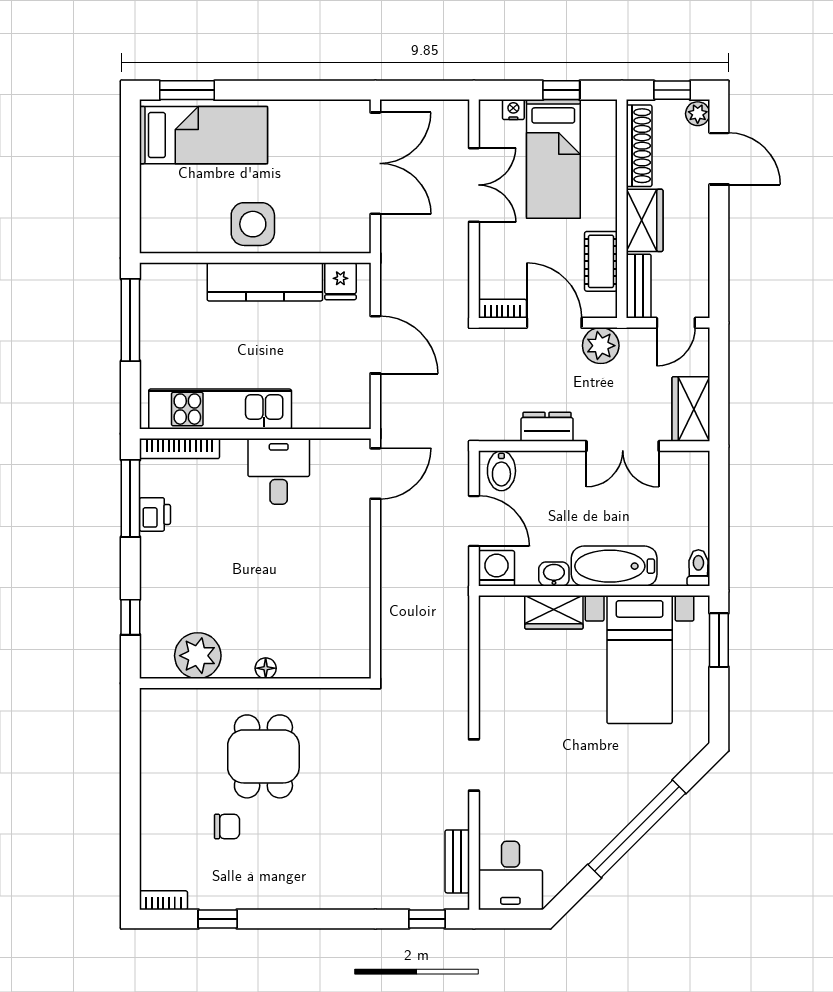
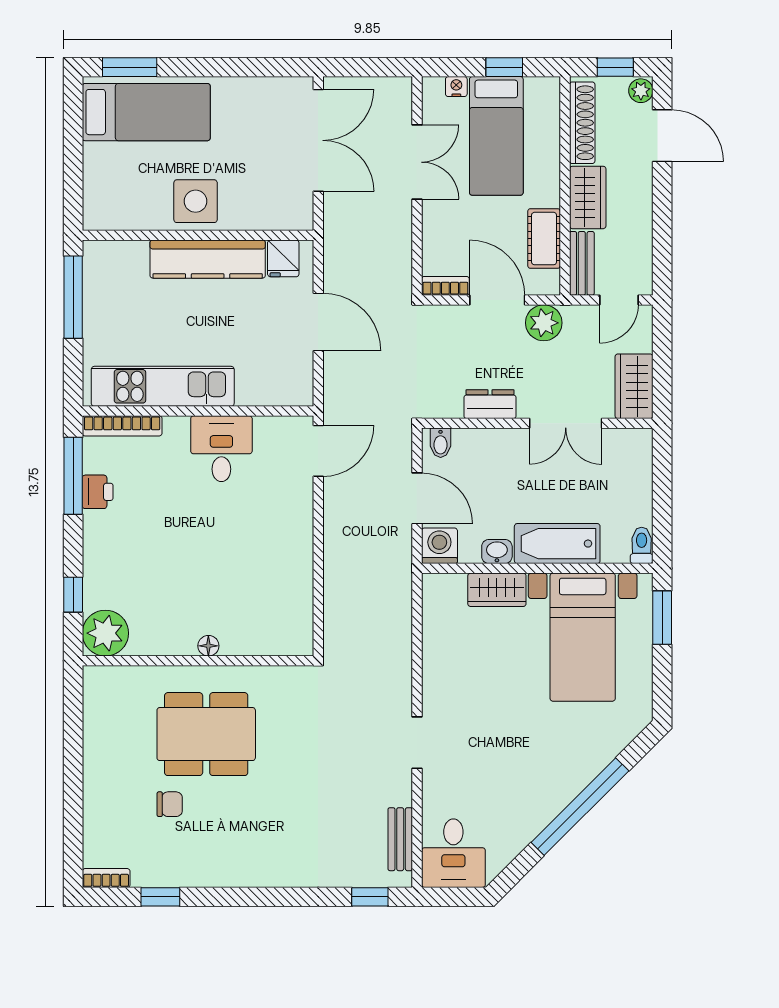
bidet: (501, 471) -> (441, 443), width x0.72, depth x0.74
plant: (198, 656) -> (105, 633), moved
dining table: (263, 756) -> (206, 734), width x1.38

